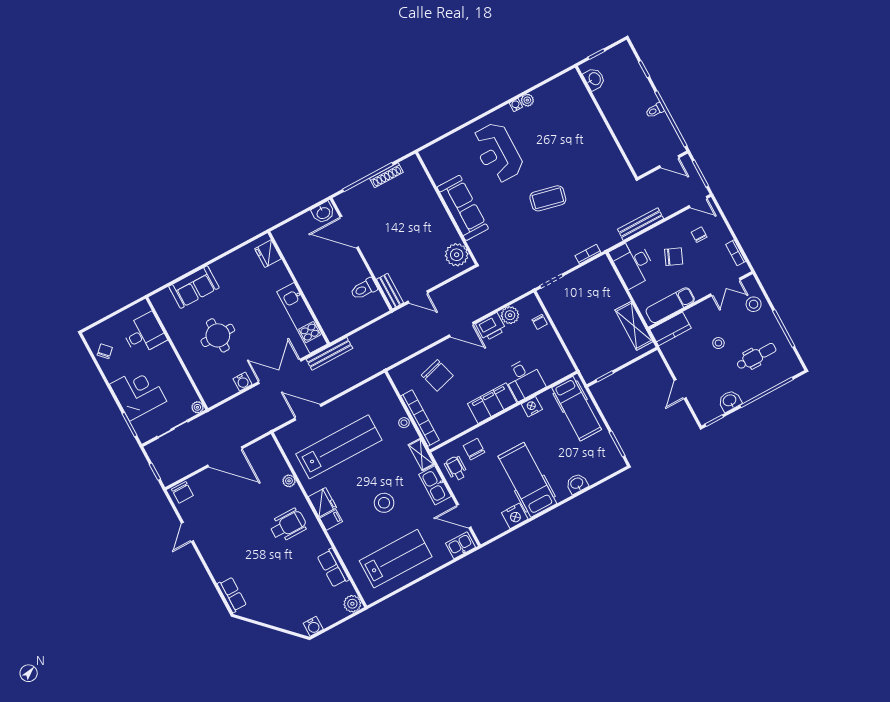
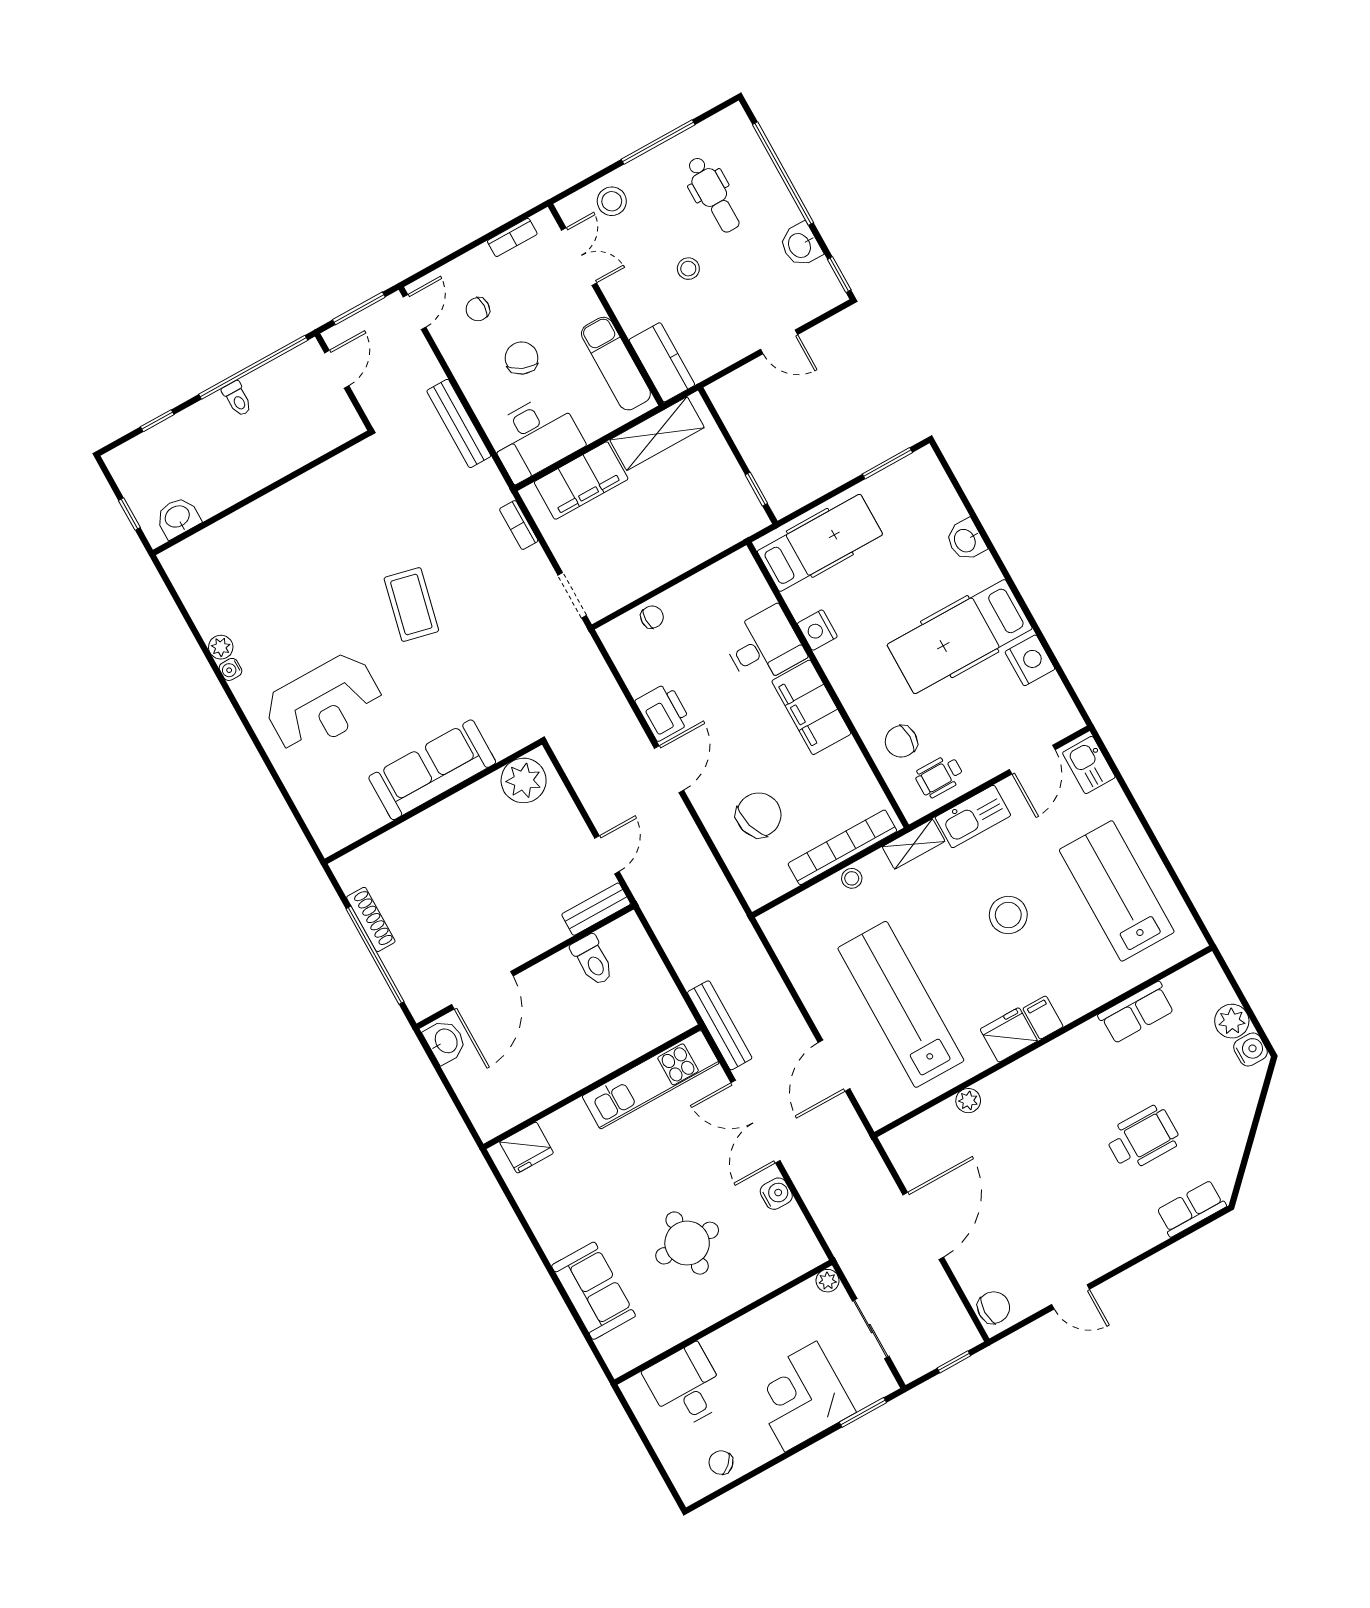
filing cabinet: (610, 286) -> (581, 481), added
plant: (510, 315) -> (640, 675), removed
dental chair: (756, 356) -> (713, 195), turned 180
wheelchair: (288, 525) -> (1143, 1138), moved, turned 90
plant: (352, 604) -> (1232, 1021), moved

